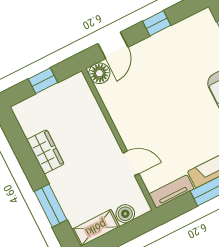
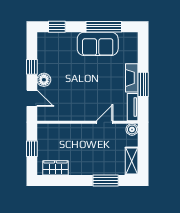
floor lamp: (99, 73) -> (44, 80), moved
wardrobe: (45, 152) -> (55, 168), moved
boiler: (125, 214) -> (132, 129), moved

